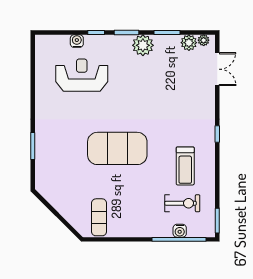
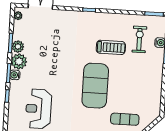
water cooler: (77, 41) -> (15, 75), moved
plant: (189, 43) -> (18, 47), moved
treadmill: (185, 166) -> (111, 47), moved
exercise mat: (99, 217) -> (125, 119), moved

